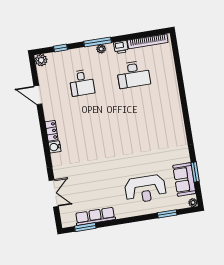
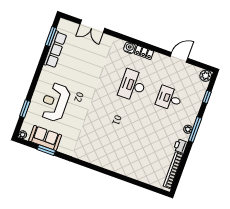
desk: (133, 74) -> (133, 85), moved

